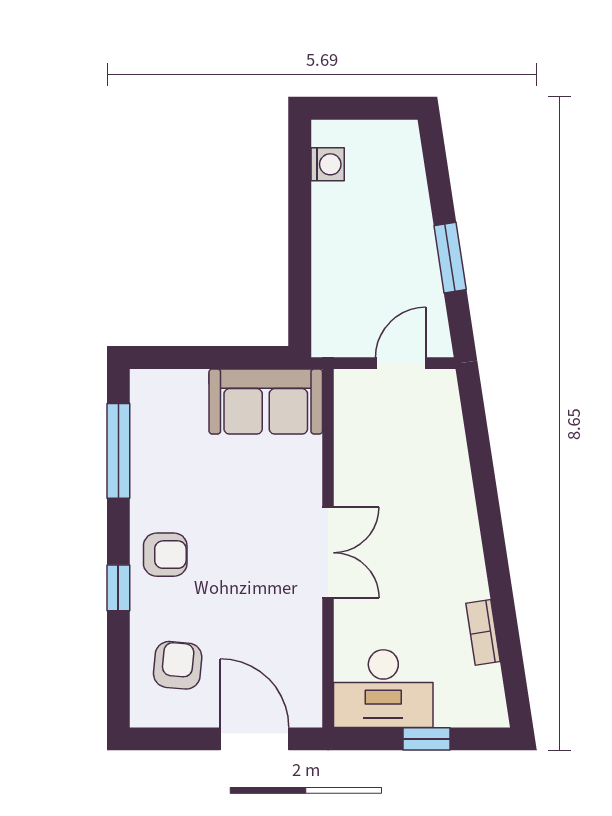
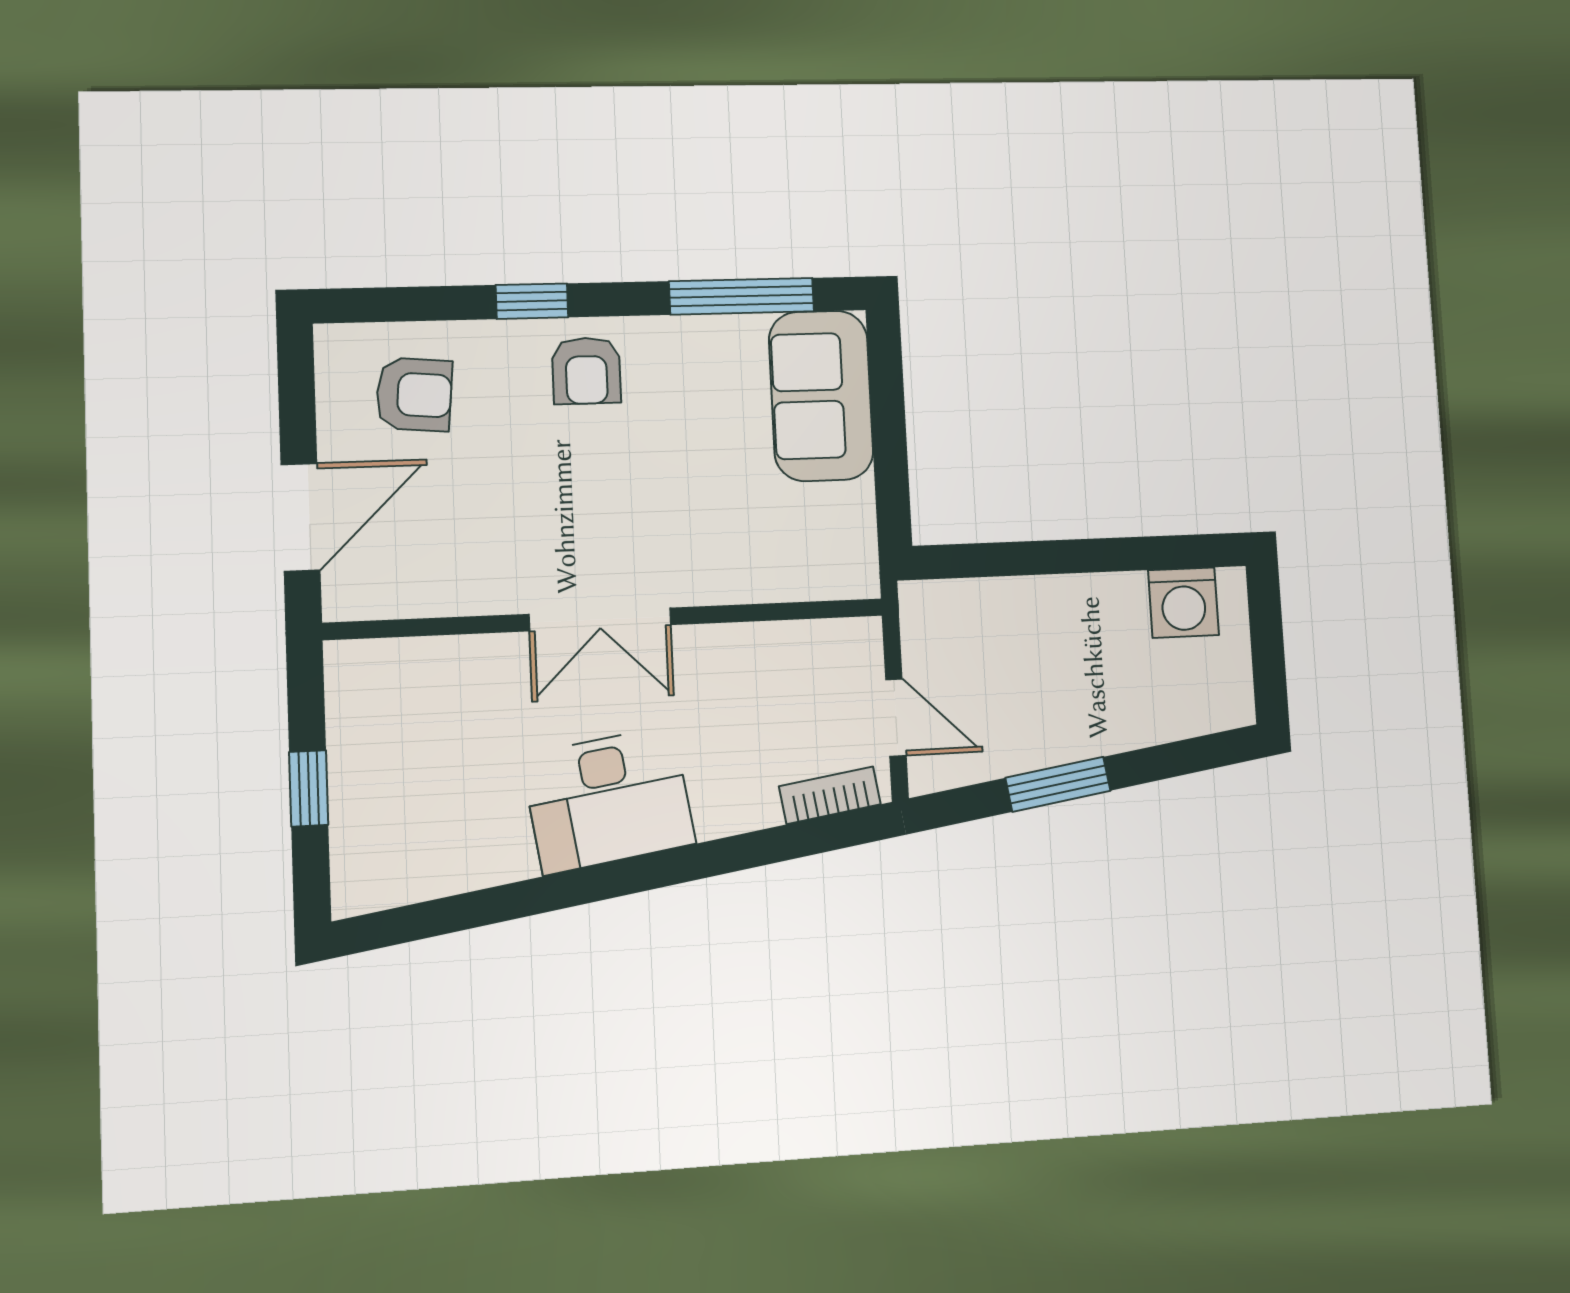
washing machine: (328, 164) -> (1184, 603), width x1.38, depth x1.38
sofa: (266, 402) -> (821, 396), moved
bookcase: (483, 632) -> (830, 795), moved
desk: (383, 689) -> (608, 800), moved, turned -99

